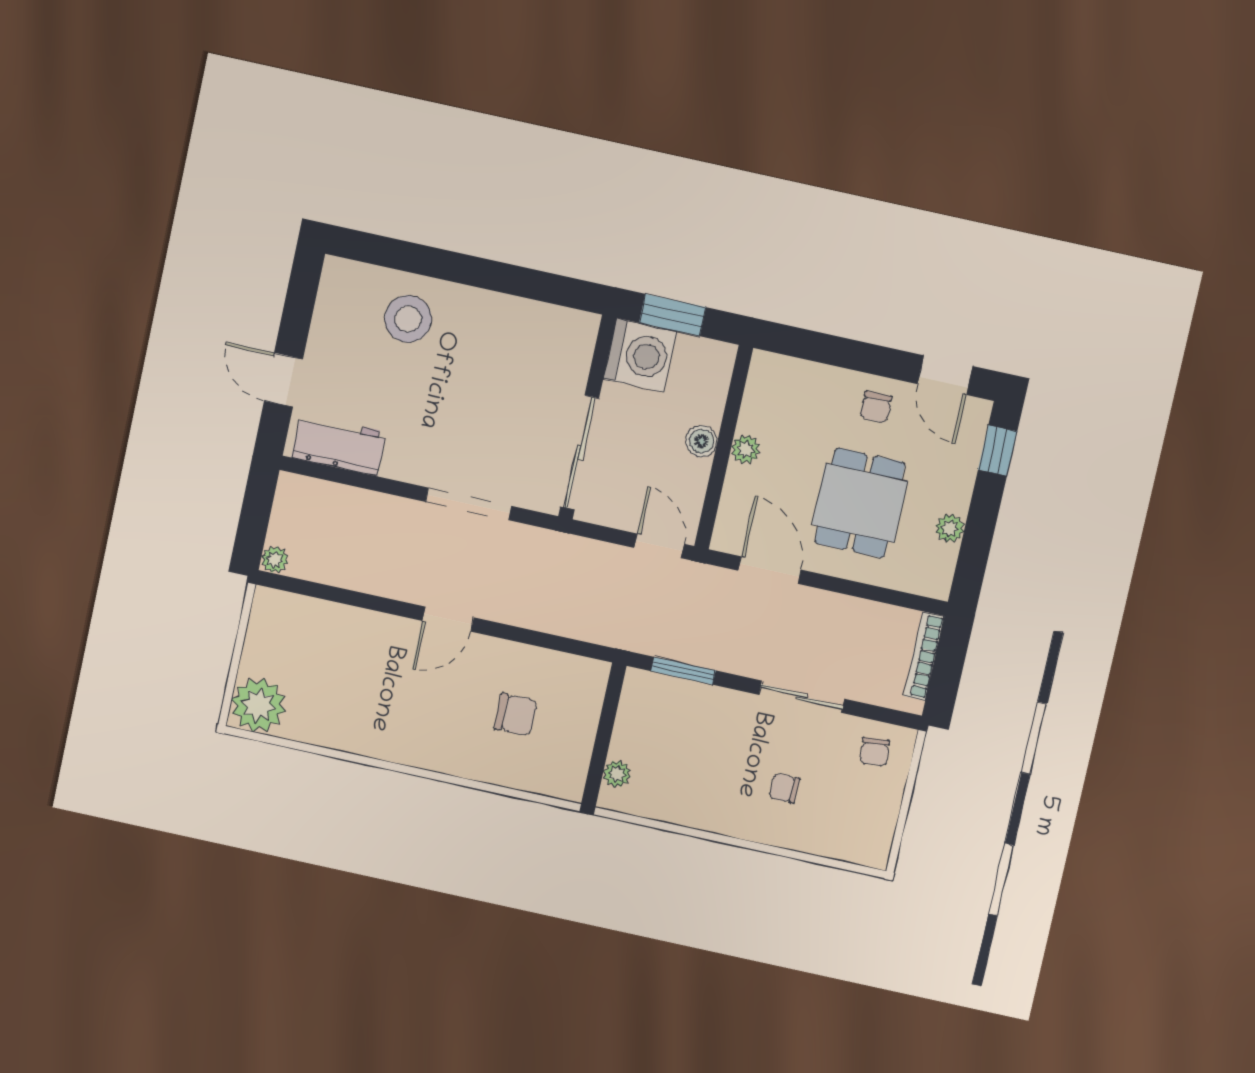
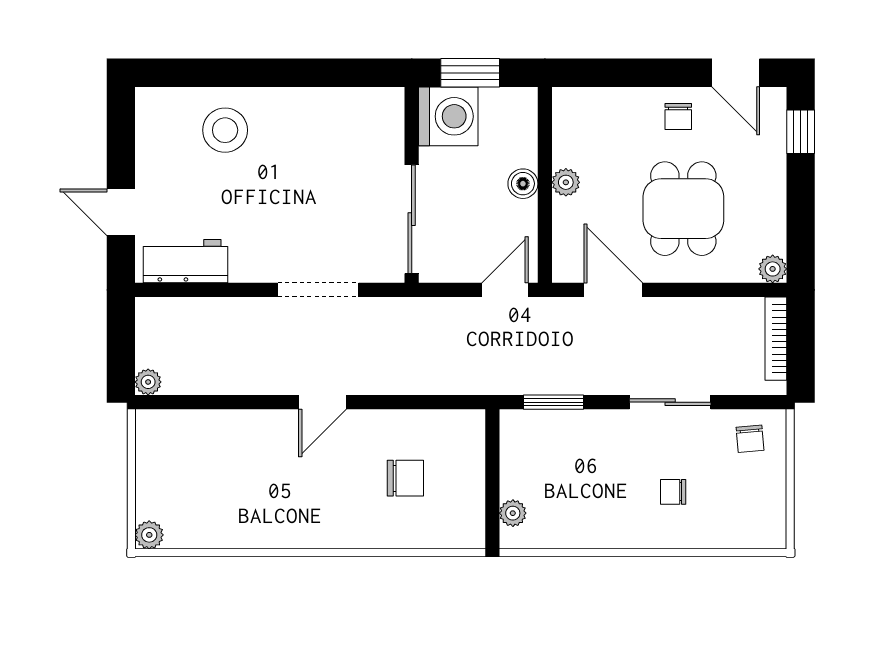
plant: (950, 528) -> (773, 269), moved
door: (659, 546) -> (505, 290), hinge flipped
plant: (258, 705) -> (149, 535), width x0.53, depth x0.53

